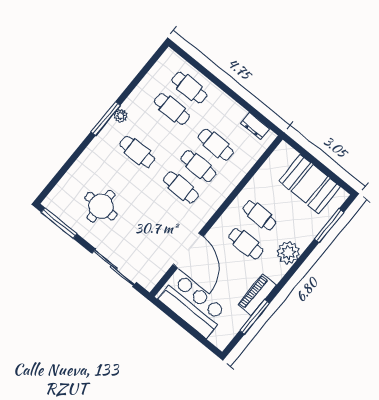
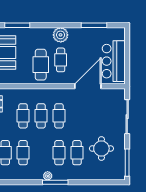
cafe table: (120, 173) -> (77, 153), added
cafe table: (260, 215) -> (41, 65), width x1.37, depth x1.35
plant: (288, 253) -> (61, 35), moved
piano: (257, 295) -> (82, 33), removed

